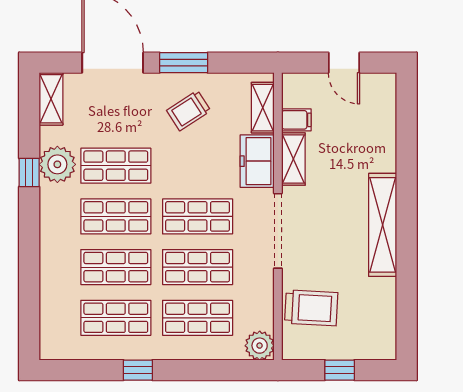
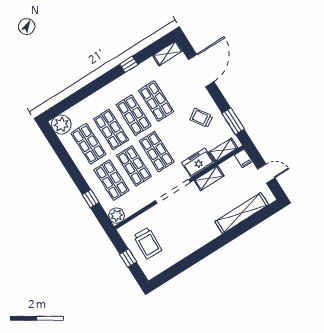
window: (184, 63) -> (233, 121), moved
door: (344, 63) -> (266, 174), swing flipped
filing cabinet: (296, 120) -> (243, 158), moved
plant: (57, 164) -> (61, 125), moved
shelving: (383, 225) -> (242, 213), moved
trolley: (311, 308) -> (148, 243), moved
window: (138, 370) -> (91, 199), moved

